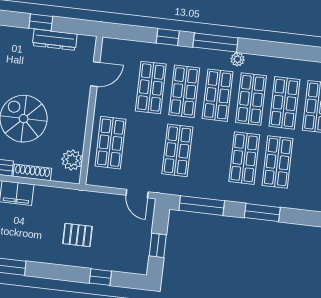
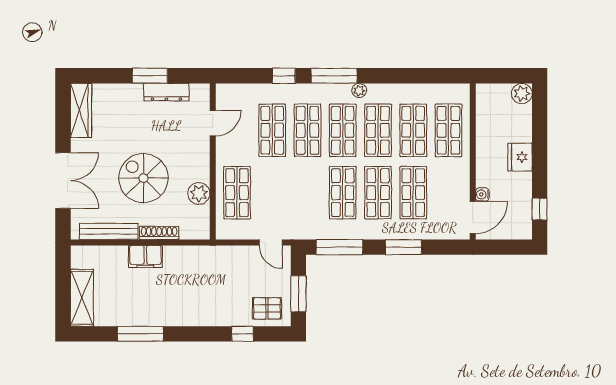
window: (41, 22) -> (150, 76), width x1.50
shop shelf: (177, 150) -> (343, 193), moved
plant: (72, 160) -> (199, 193), moved
pallet: (78, 235) -> (267, 308), moved
window: (158, 245) -> (298, 294), width x1.50

